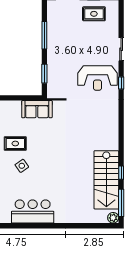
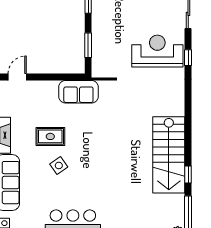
reception desk: (97, 78) -> (157, 51), turned 180
stairs: (106, 180) -> (169, 155), moved

